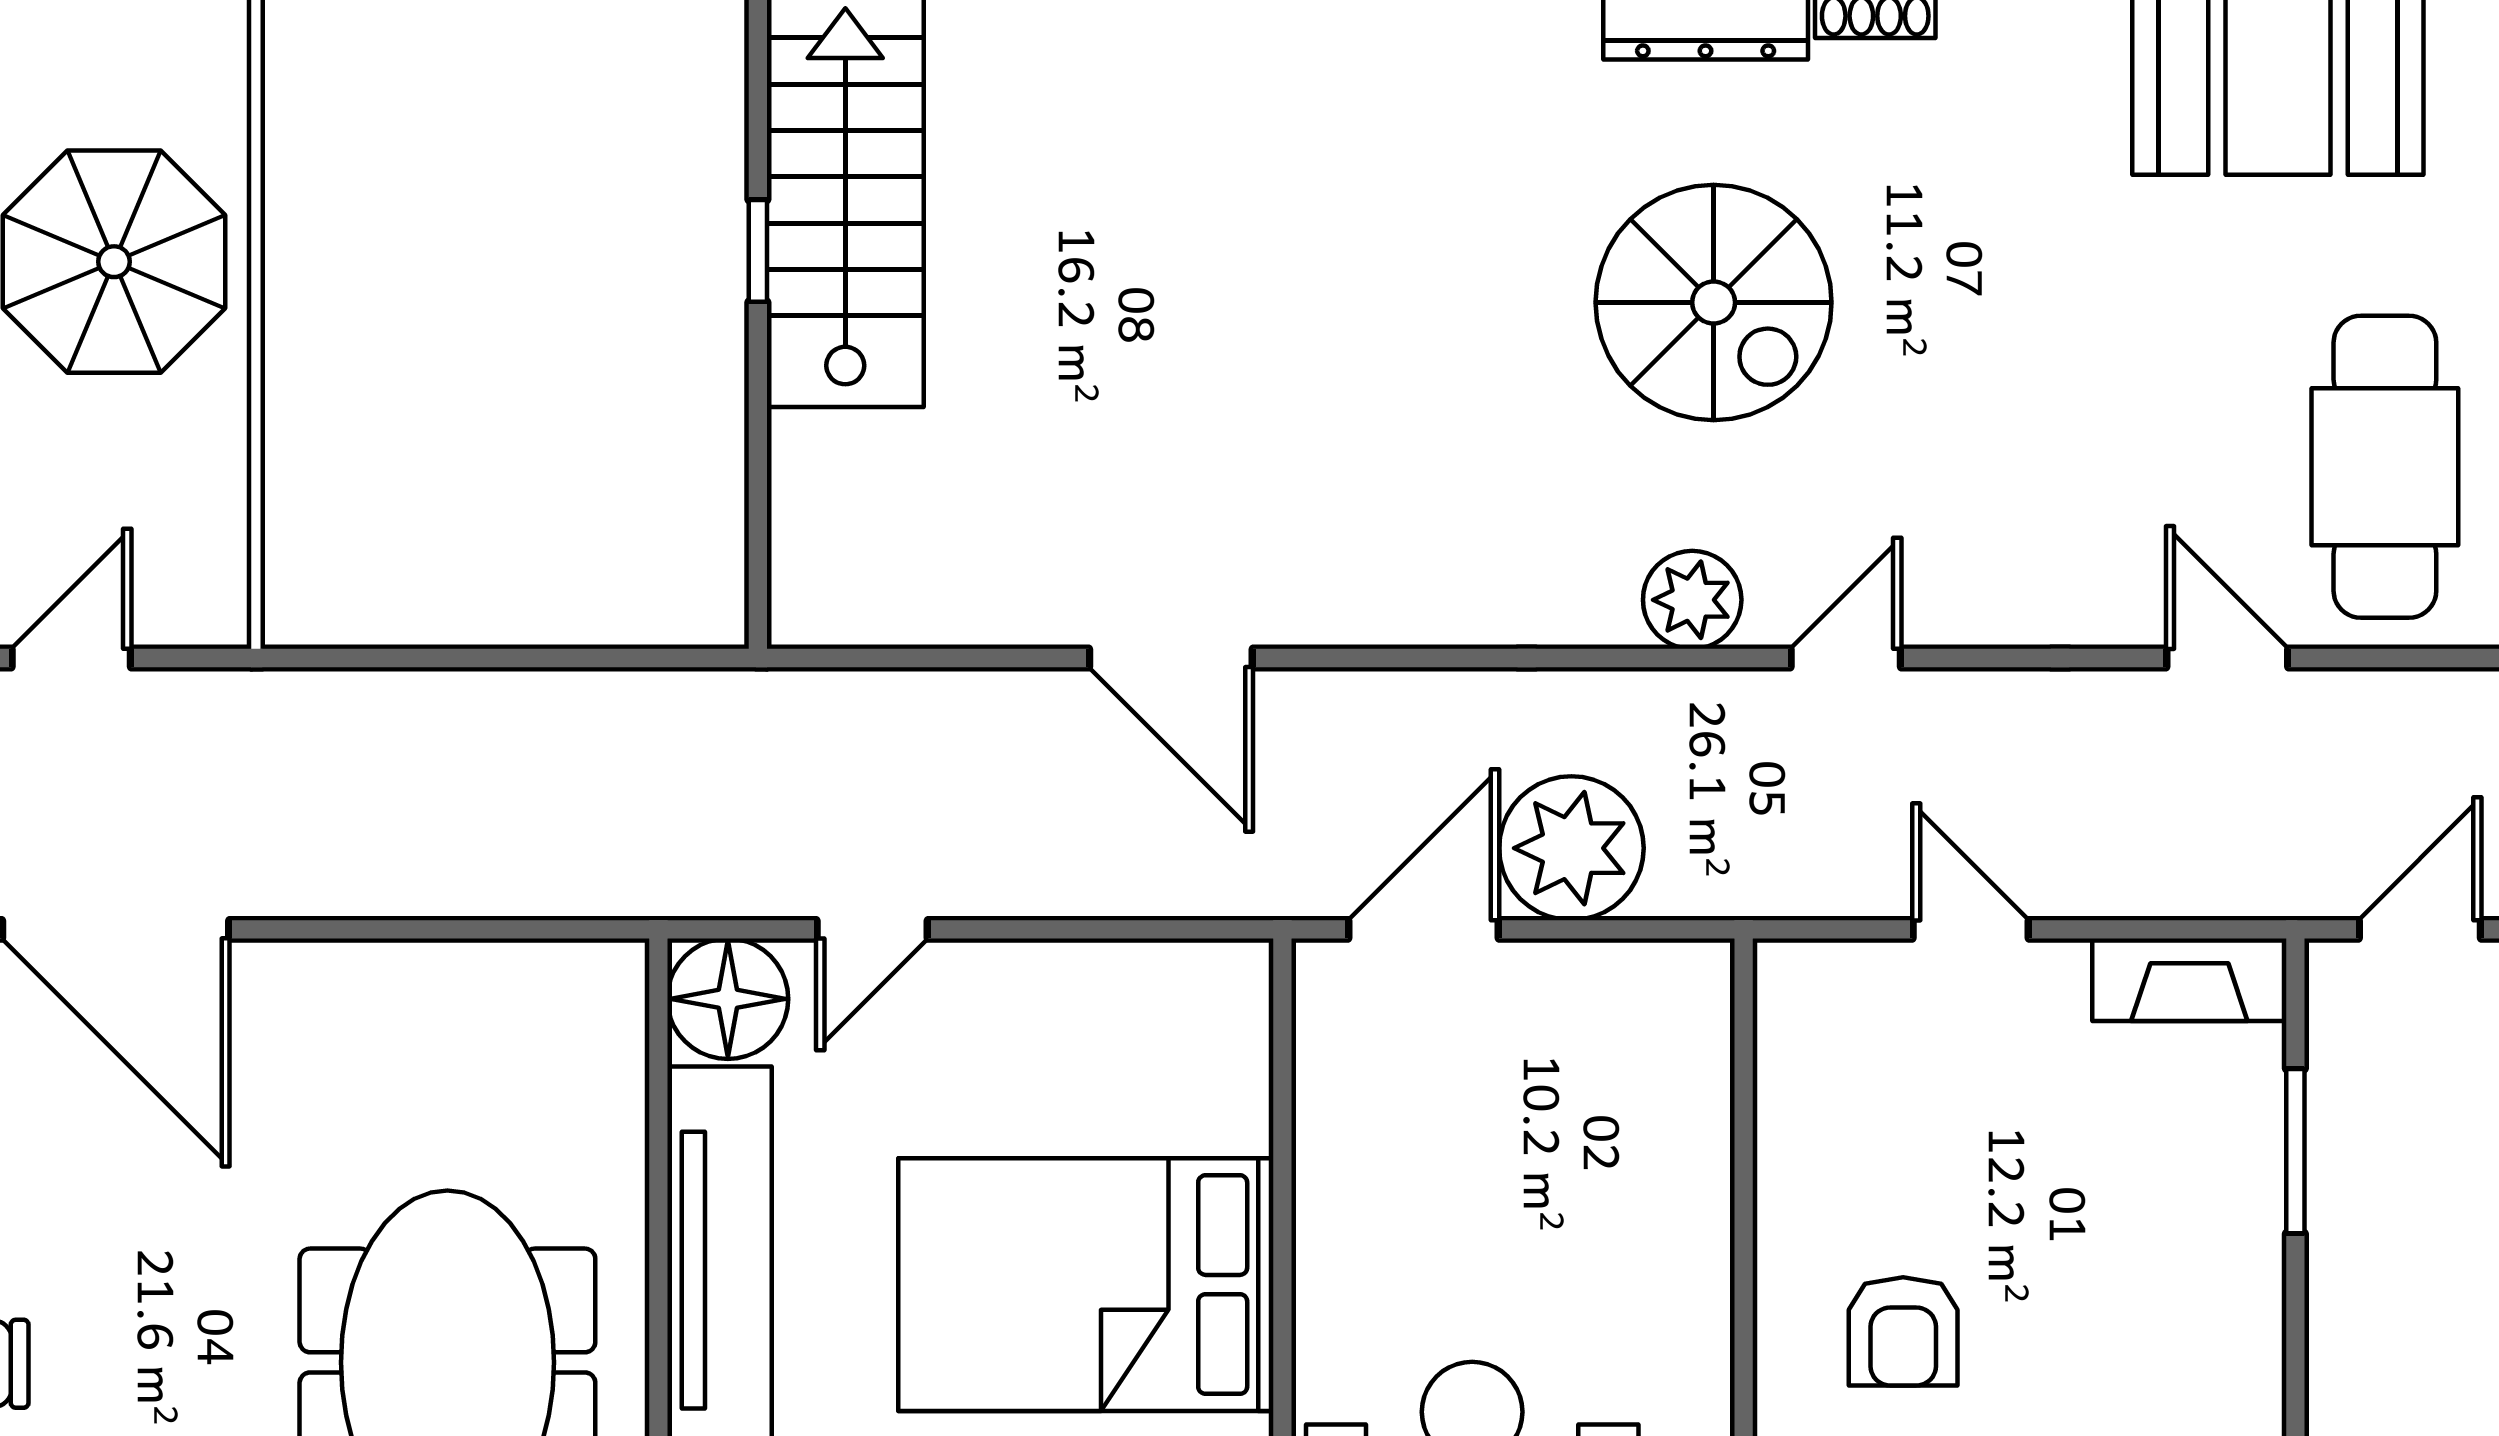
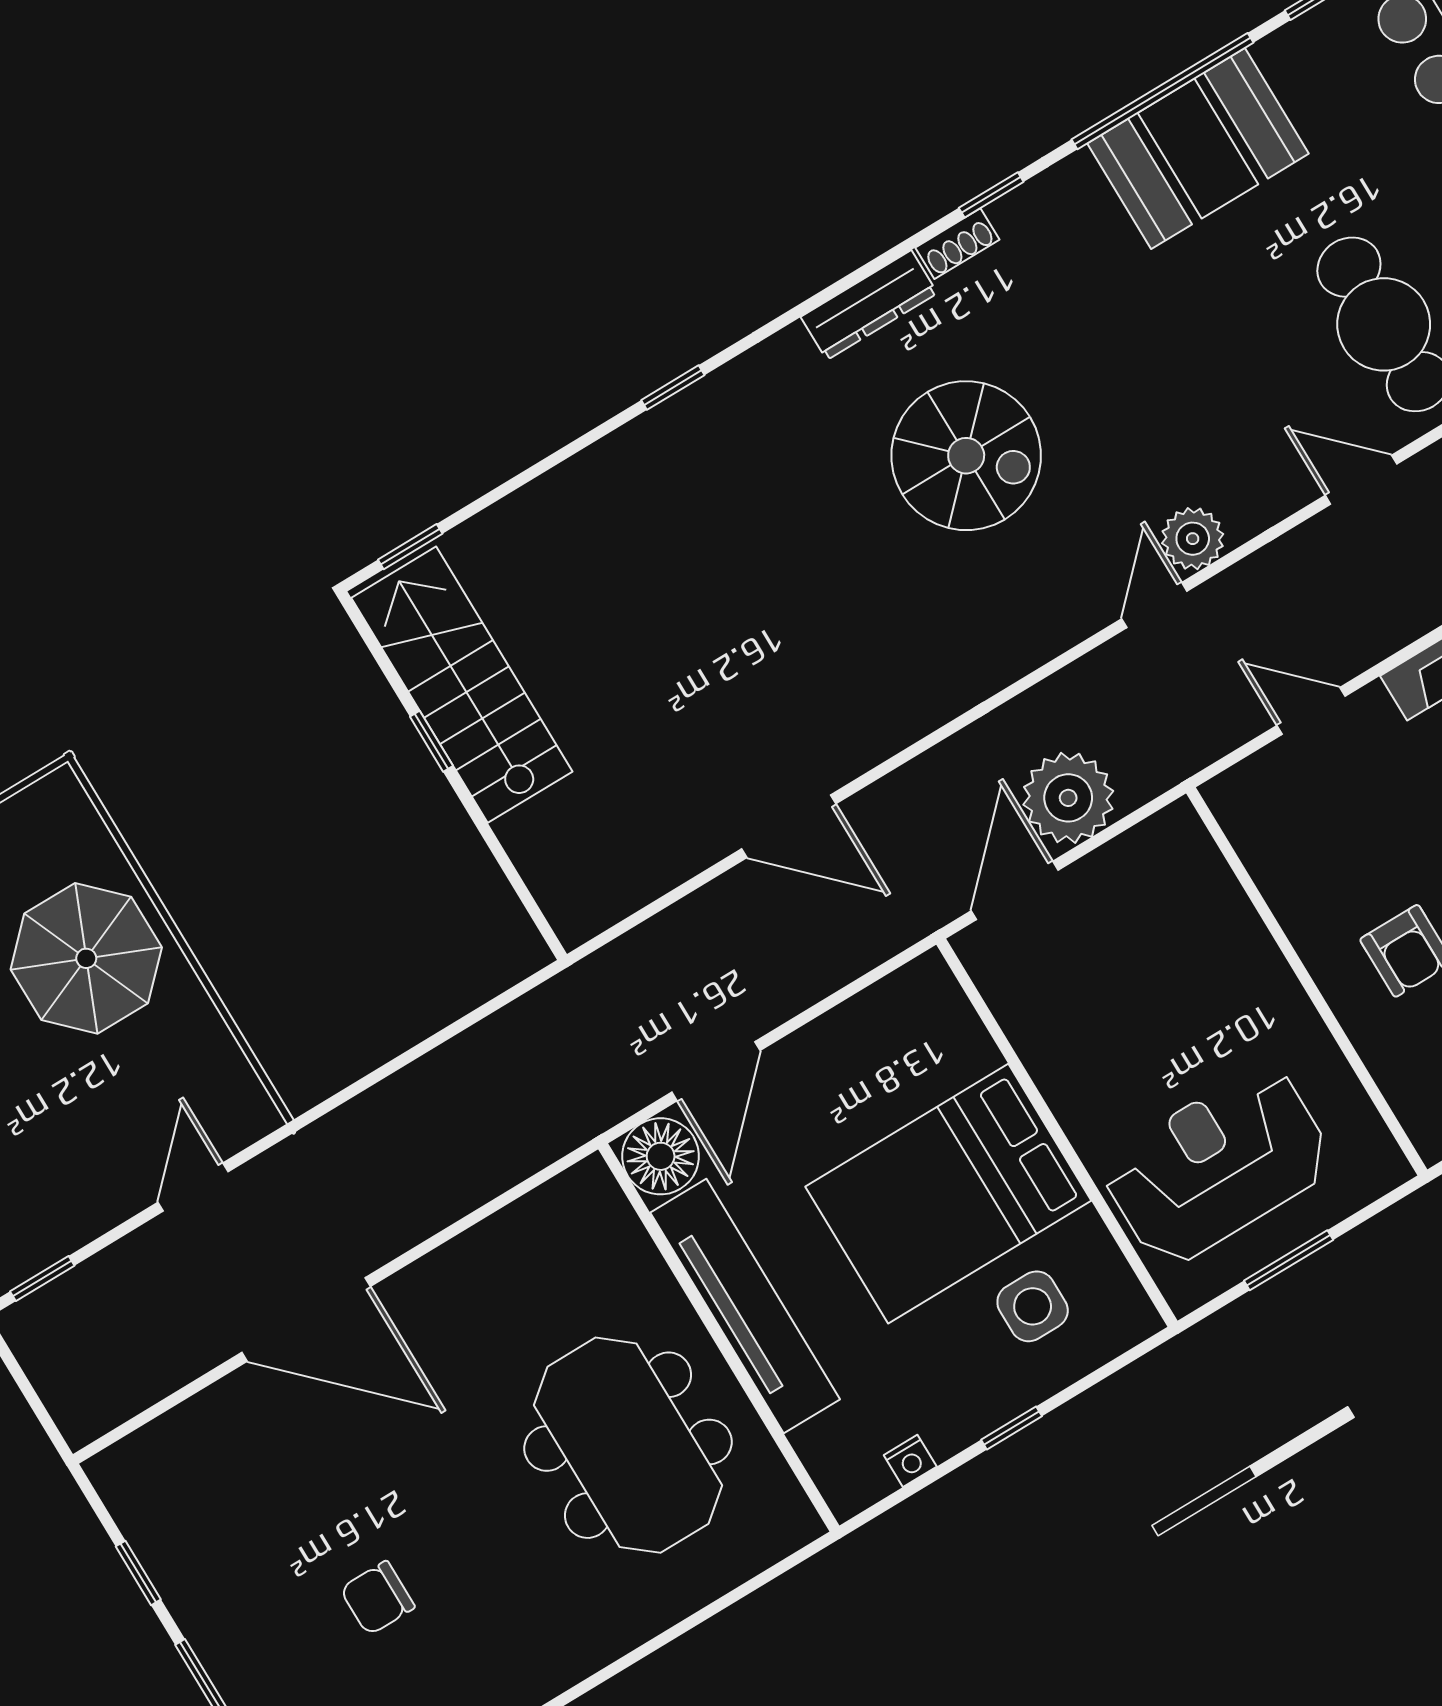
plant: (1692, 600) -> (1193, 539), moved
door: (872, 929) -> (716, 1071), width x1.37

